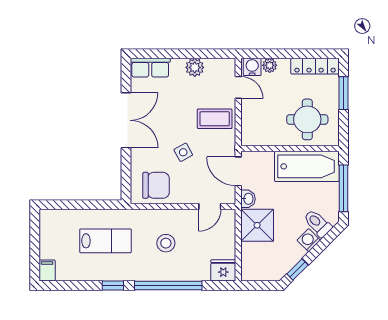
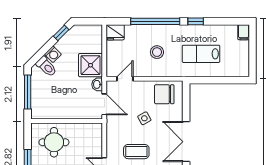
coffee table: (215, 119) -> (136, 152), moved
bathtub: (307, 166) -> (54, 108), removed

